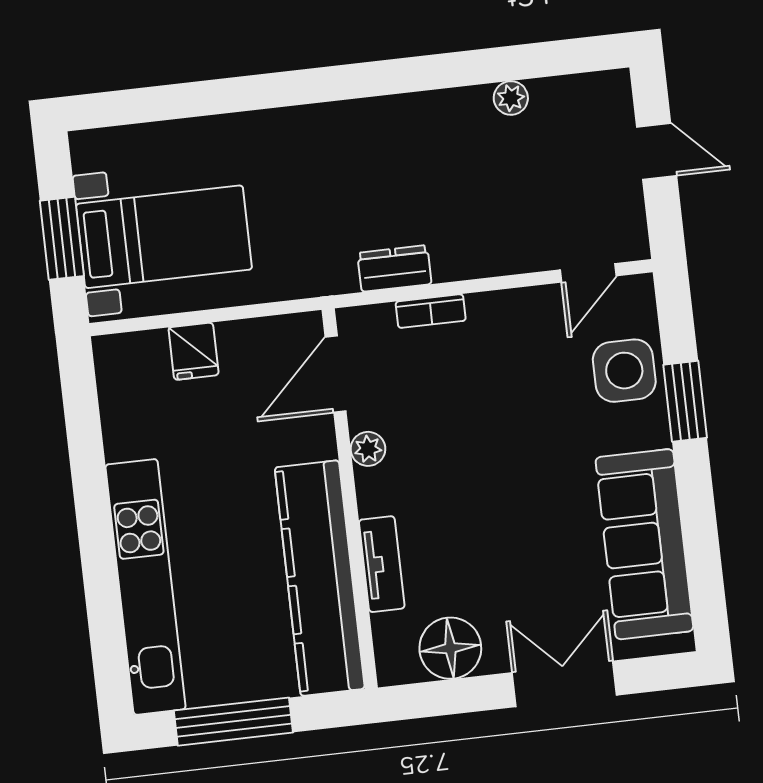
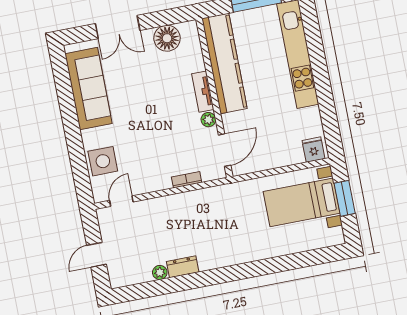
door: (657, 151) -> (96, 255), hinge flipped
dresser: (394, 268) -> (183, 267), moved, turned 180
fridge: (194, 351) -> (313, 150), moved
window: (685, 401) -> (76, 150), removed
tv unit: (382, 564) -> (203, 92), moved

